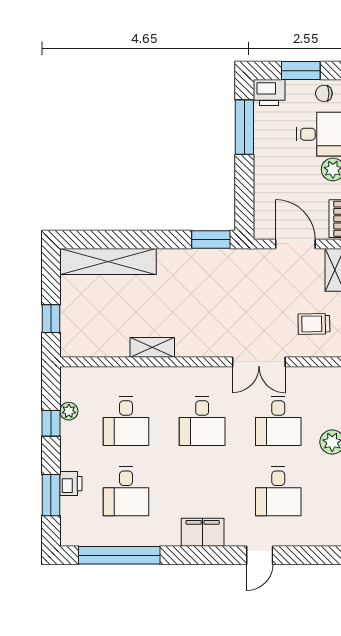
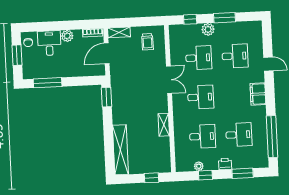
printer: (269, 92) -> (29, 71), removed
double door: (259, 362) -> (169, 80), moved
printer: (71, 484) -> (225, 164), moved

